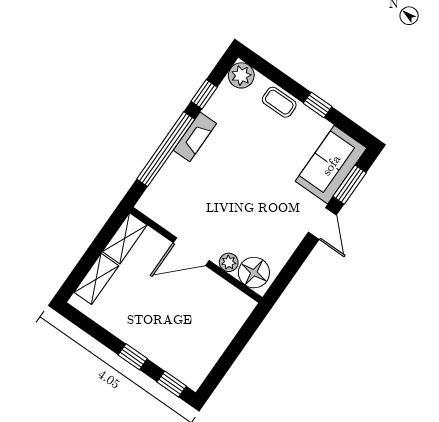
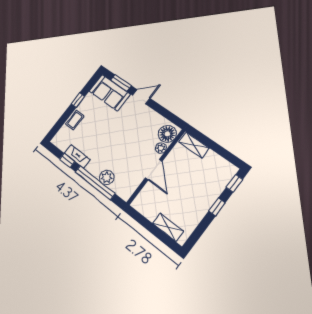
plant: (241, 75) -> (107, 177), moved
fireplace: (195, 137) -> (77, 156), moved
shelving: (125, 238) -> (194, 145), moved

